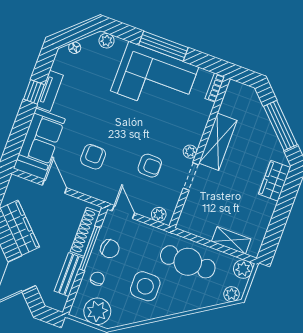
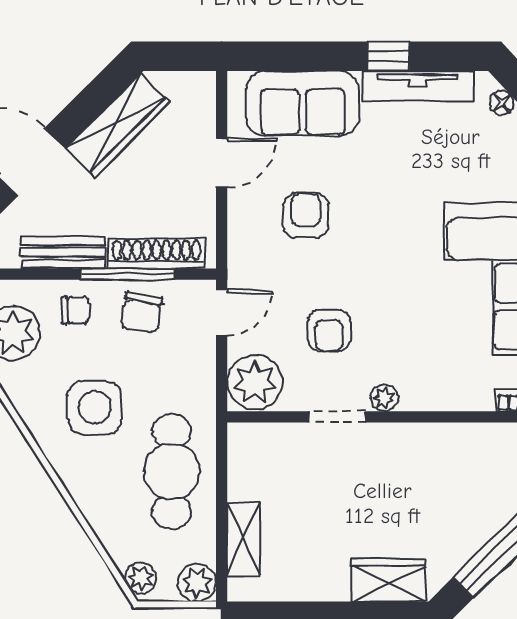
tv unit: (50, 91) -> (418, 86), width x1.41
shelving: (218, 142) -> (423, 444), removed
armchair: (93, 157) -> (306, 216), turned -91
plant: (159, 214) -> (255, 382), width x1.87, depth x1.87

